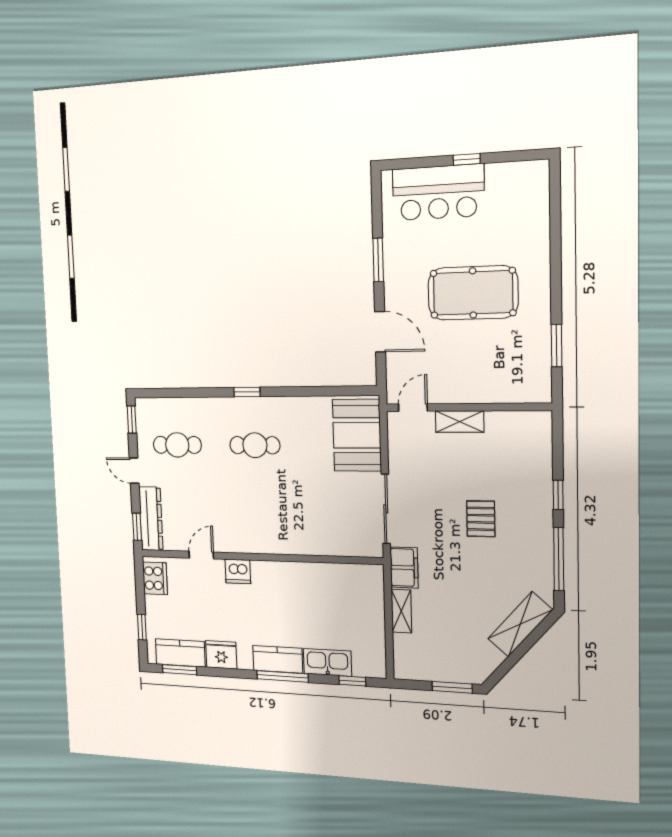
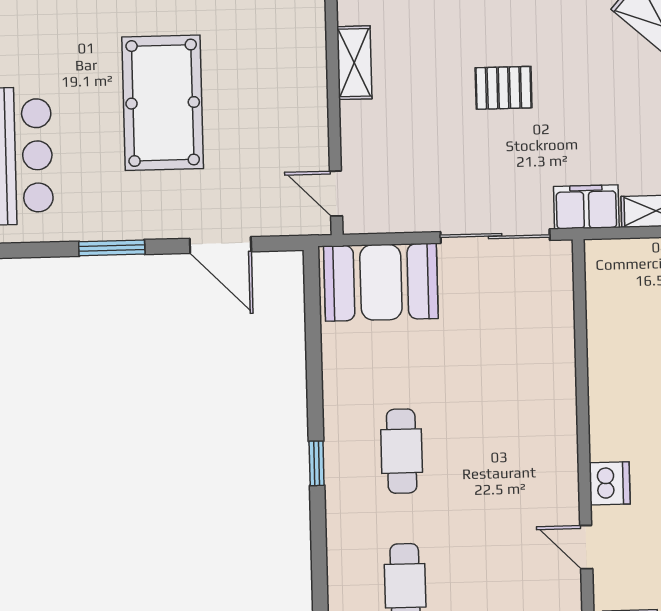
door: (380, 332) -> (220, 245), swing flipped
shelving: (460, 422) -> (354, 63), moved

